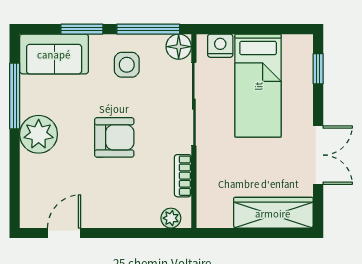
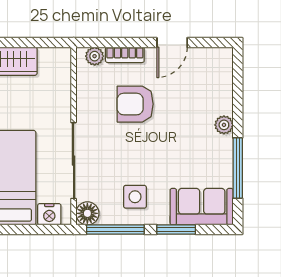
plant: (39, 134) -> (224, 125), width x0.53, depth x0.53
armchair: (114, 137) -> (135, 104), moved
bookcase: (183, 176) -> (125, 55), moved, turned 90
door: (64, 233) -> (172, 42), moved

